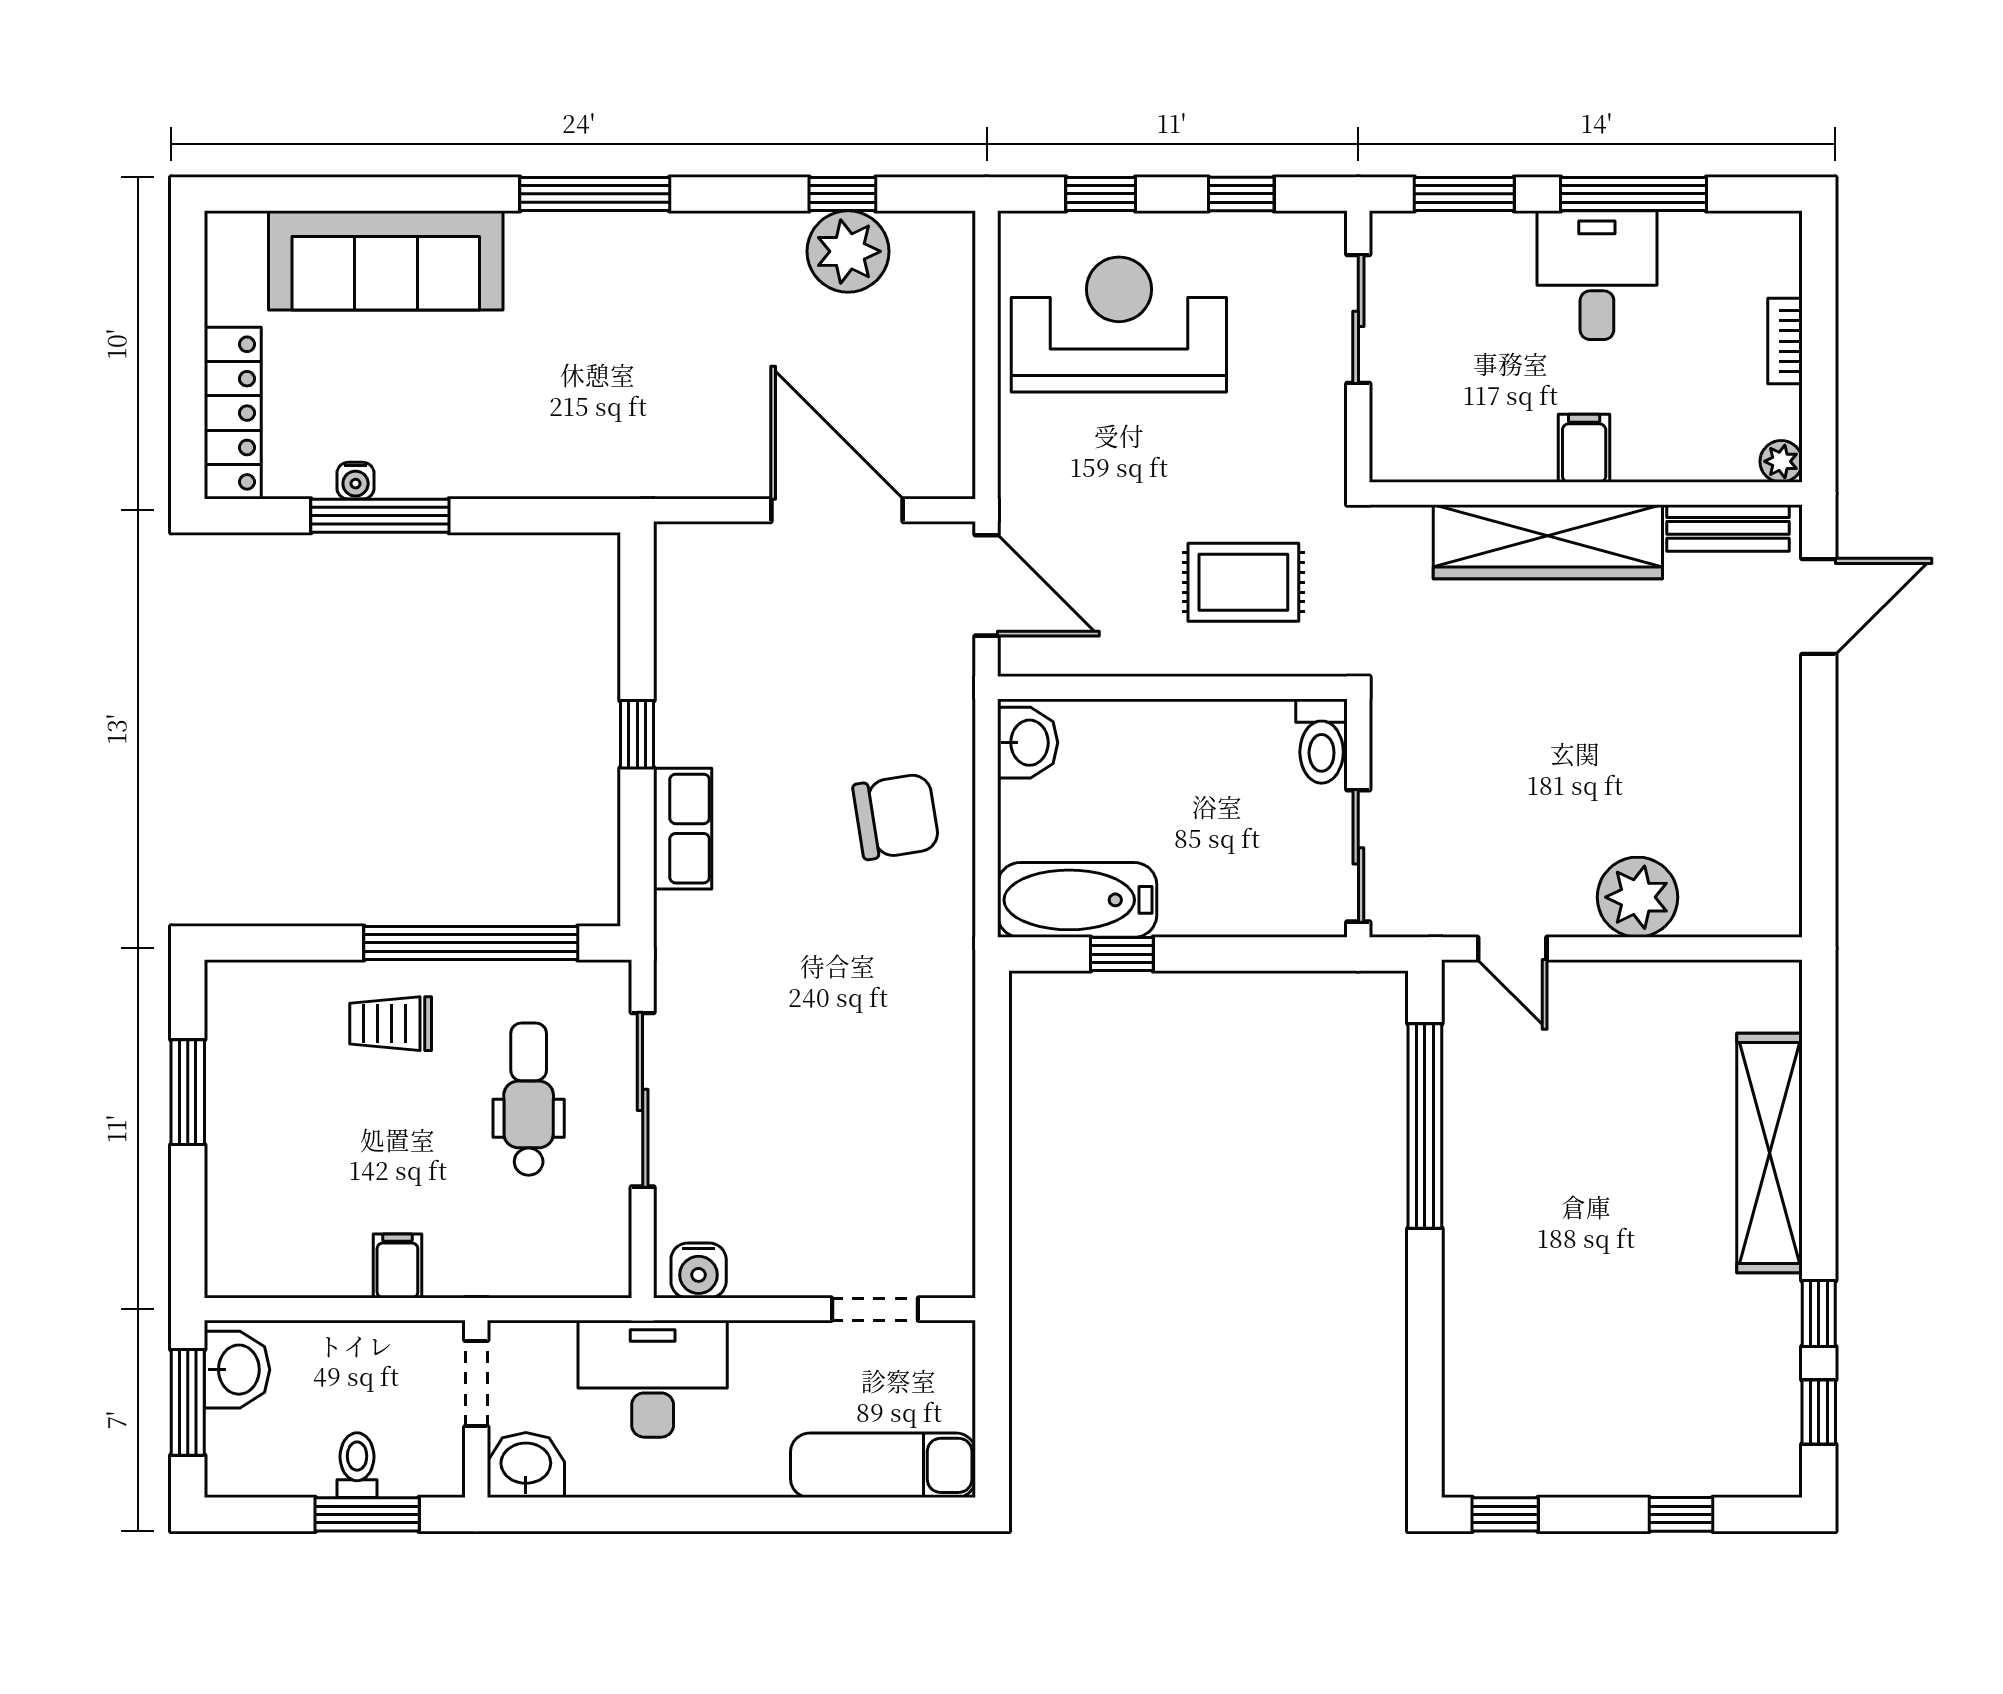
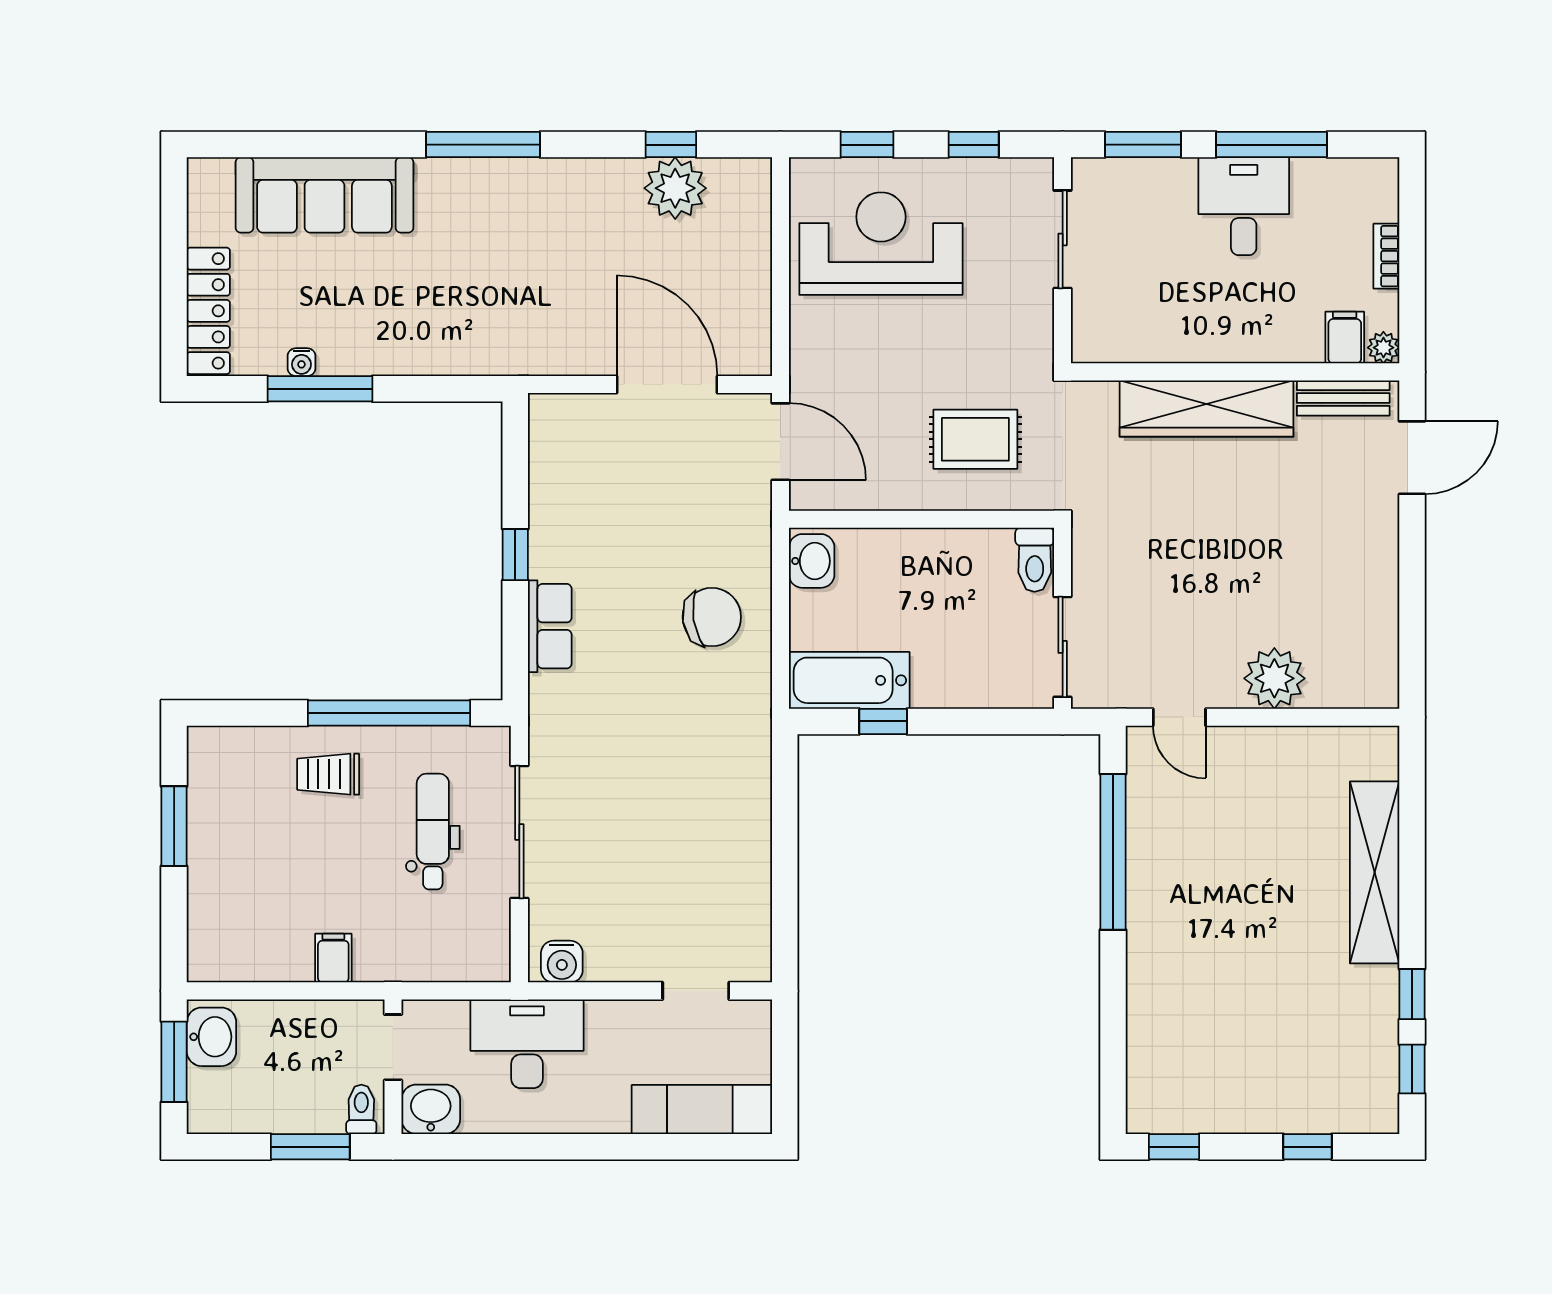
filing cabinet: (1584, 448) -> (1345, 338), moved
toilet: (357, 1465) -> (361, 1109), moved

